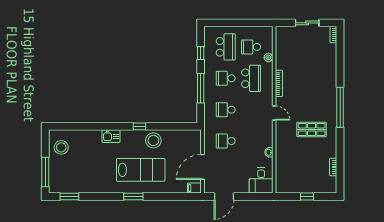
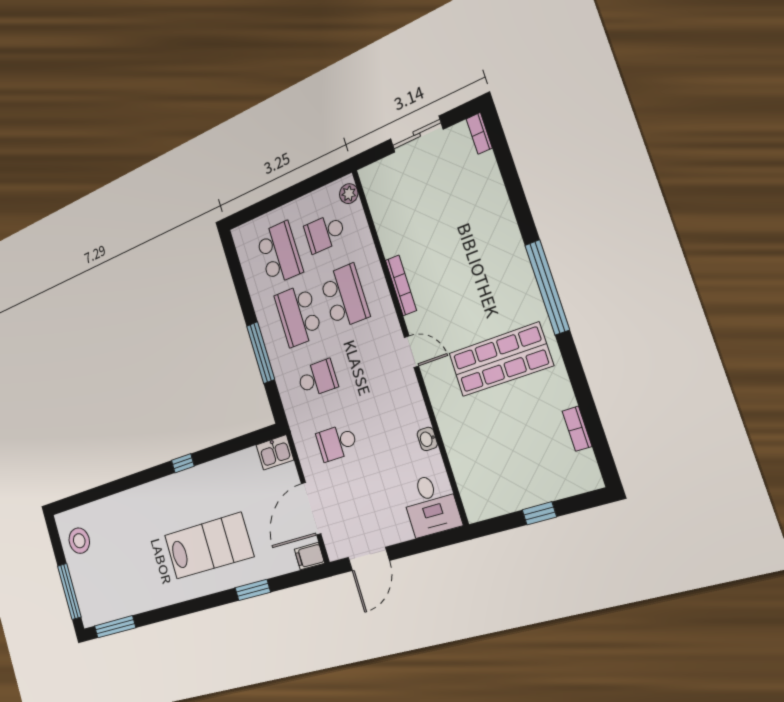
window: (201, 53) -> (240, 284), removed
plant: (268, 57) -> (349, 194), moved
school desk: (226, 78) -> (298, 315), width x1.85
school desk: (226, 110) -> (317, 378), turned 180
shop shelf: (312, 129) -> (500, 360), width x1.43, depth x1.36
kitchen sink: (111, 136) -> (275, 452), moved
stool: (153, 140) -> (212, 483), removed
window: (69, 196) -> (115, 627), width x1.44
window: (133, 196) -> (253, 590), moved

